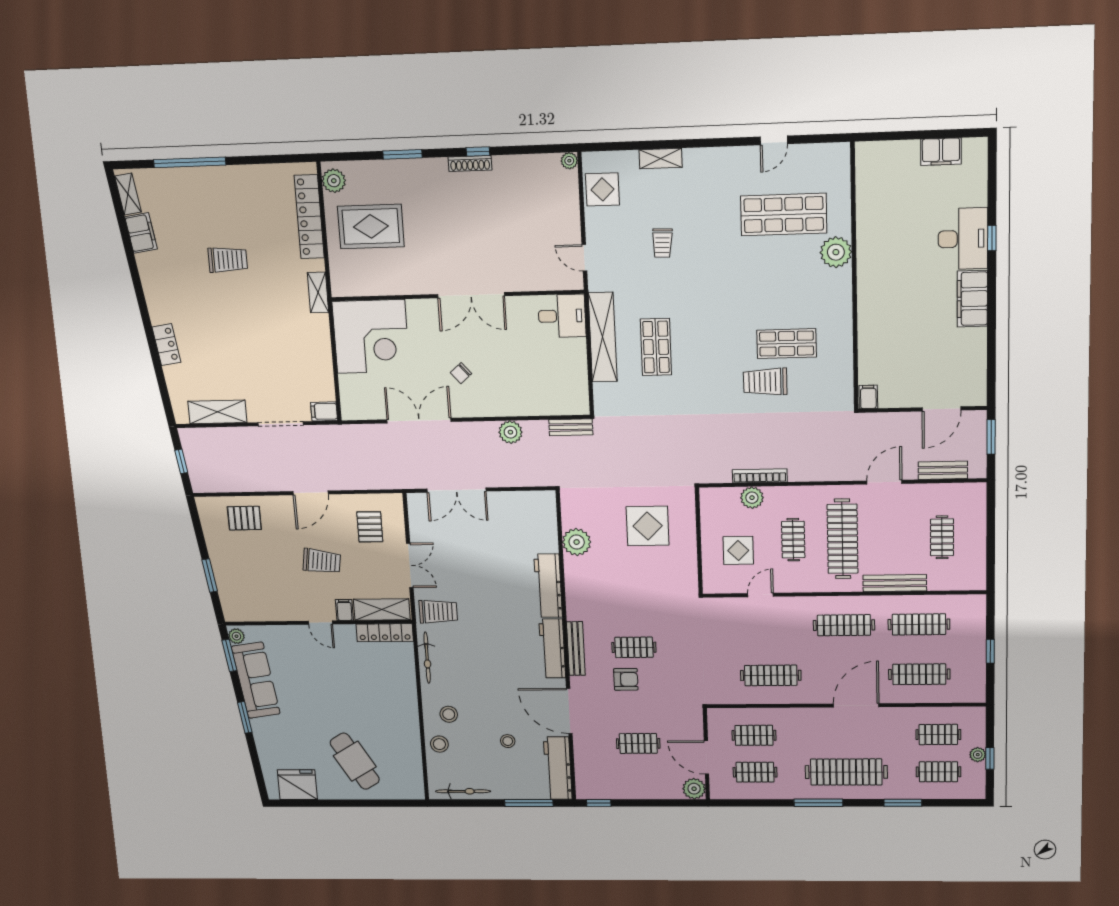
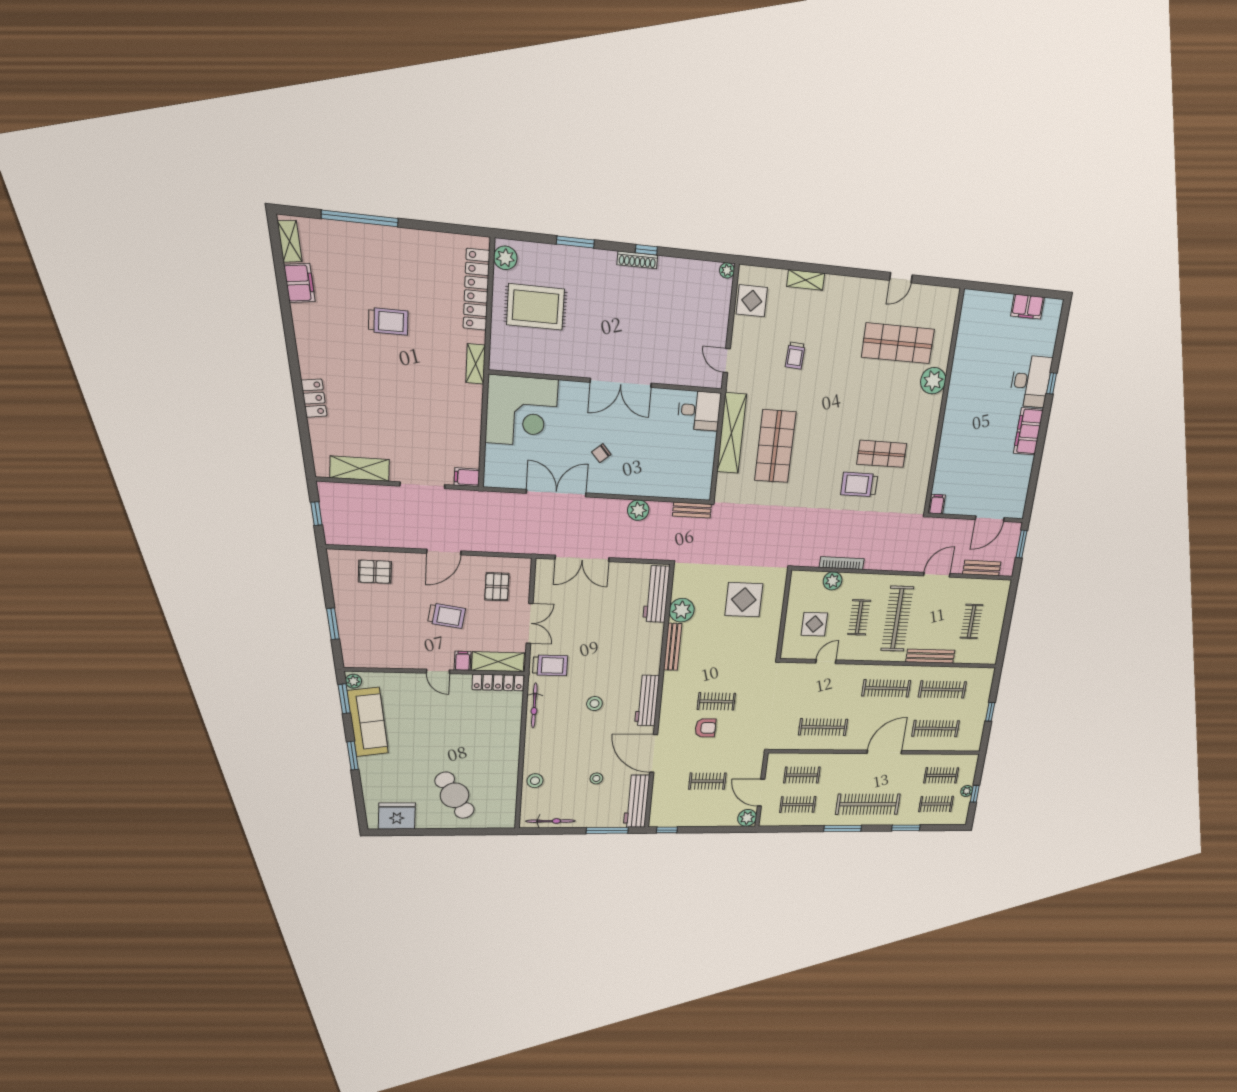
shop shelf: (656, 347) -> (775, 446), width x1.43, depth x1.36
workbench: (548, 586) -> (656, 594), moved
bench: (576, 649) -> (673, 647), moved
stool: (449, 714) -> (594, 704), moved

